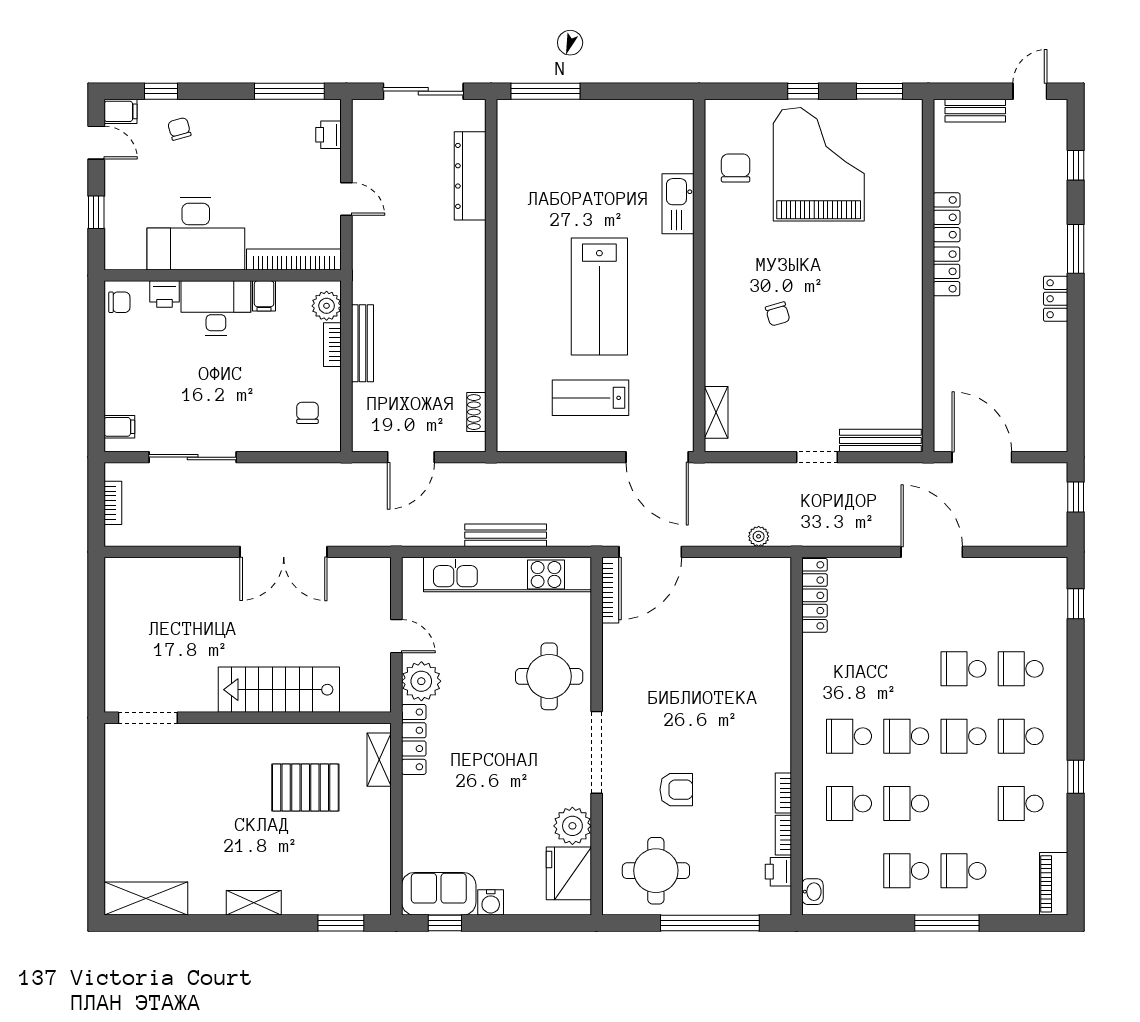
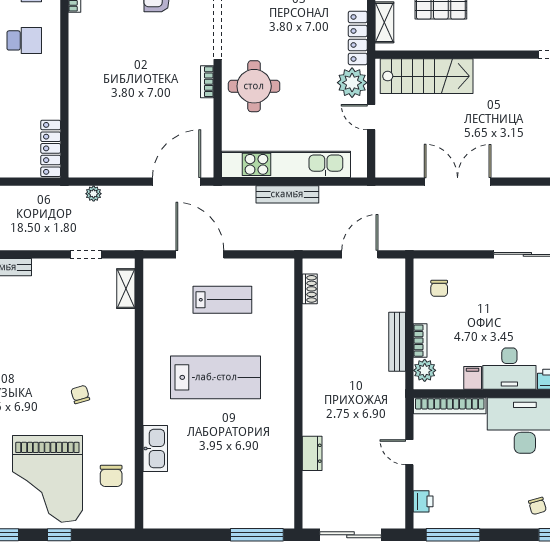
dresser: (470, 176) -> (312, 453), width x0.51, depth x0.80
lab bench: (599, 297) -> (216, 377), turned 90
chair: (778, 314) -> (80, 394), moved
door: (657, 457) -> (200, 254), moved
doorway: (817, 457) -> (86, 254), moved
bookcase: (610, 590) -> (207, 82), moved, width x0.64
stairs: (279, 690) -> (427, 76), moved

